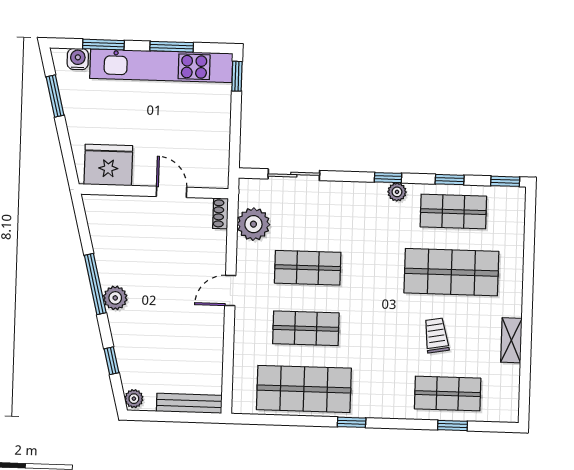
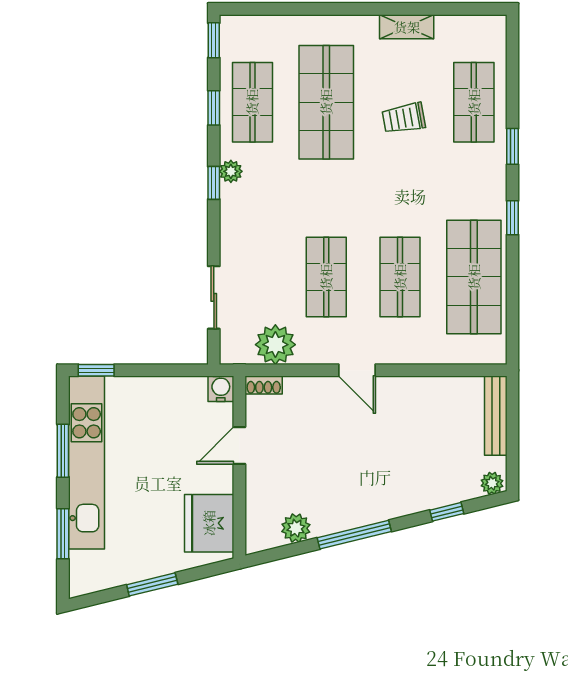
water cooler: (78, 59) -> (221, 389), moved, turned 90
window: (55, 96) -> (152, 584), moved
plant: (115, 298) -> (296, 528), moved
window: (452, 426) -> (513, 146), moved

